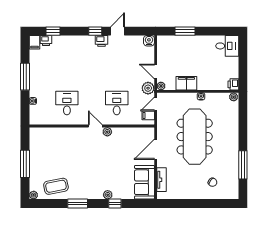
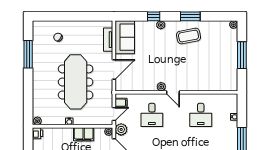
coffee table: (56, 186) -> (189, 36), moved

